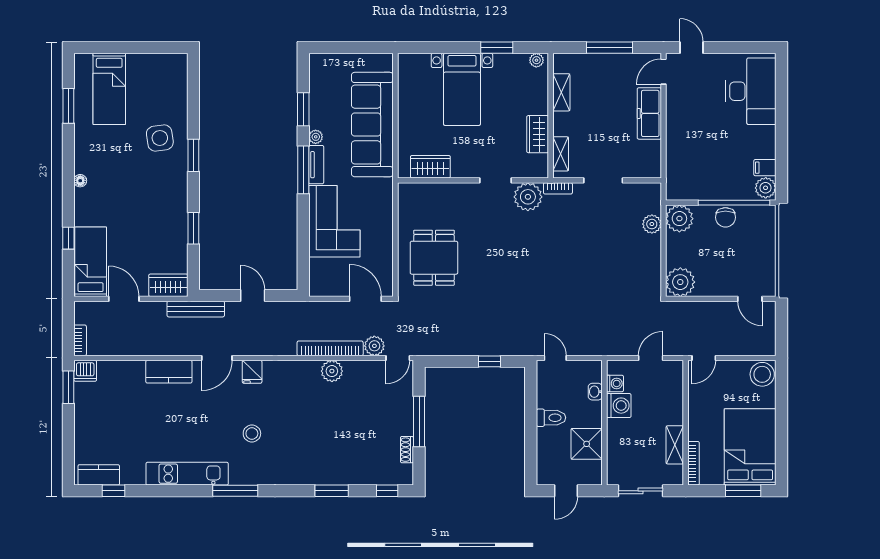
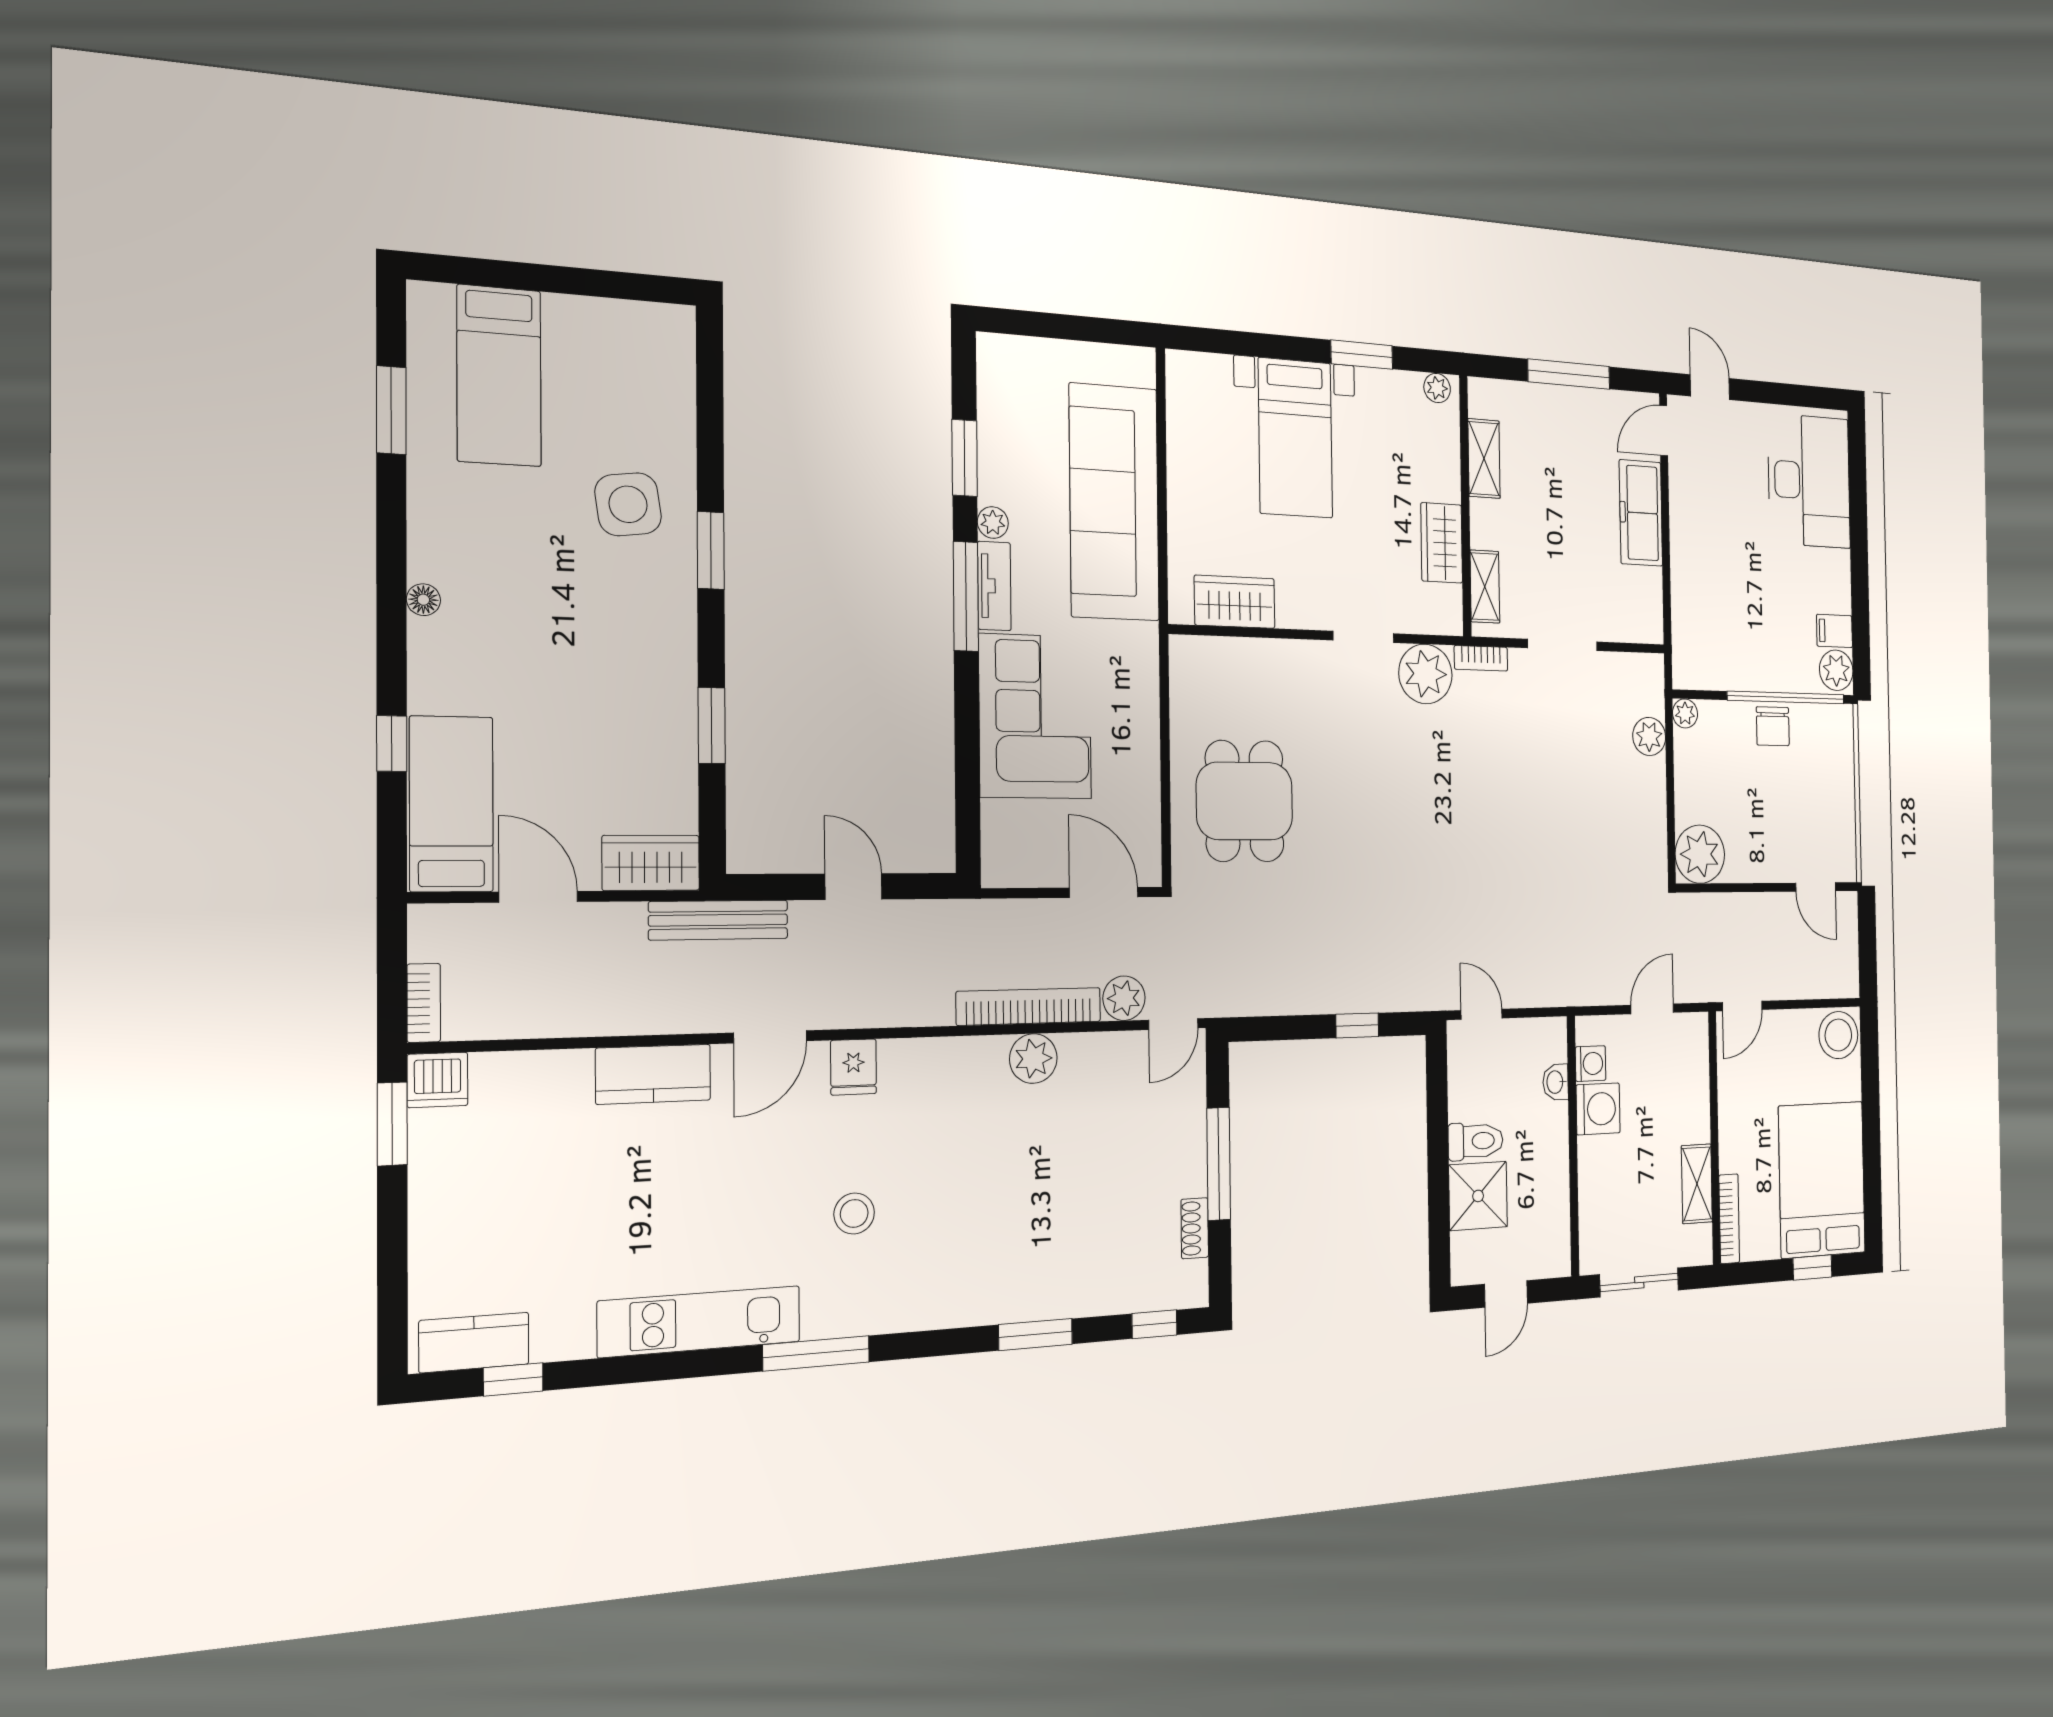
plant: (679, 219) -> (1685, 713), width x0.53, depth x0.53
shower: (587, 444) -> (1478, 1196), moved
window: (743, 491) -> (1812, 1267), width x0.67

